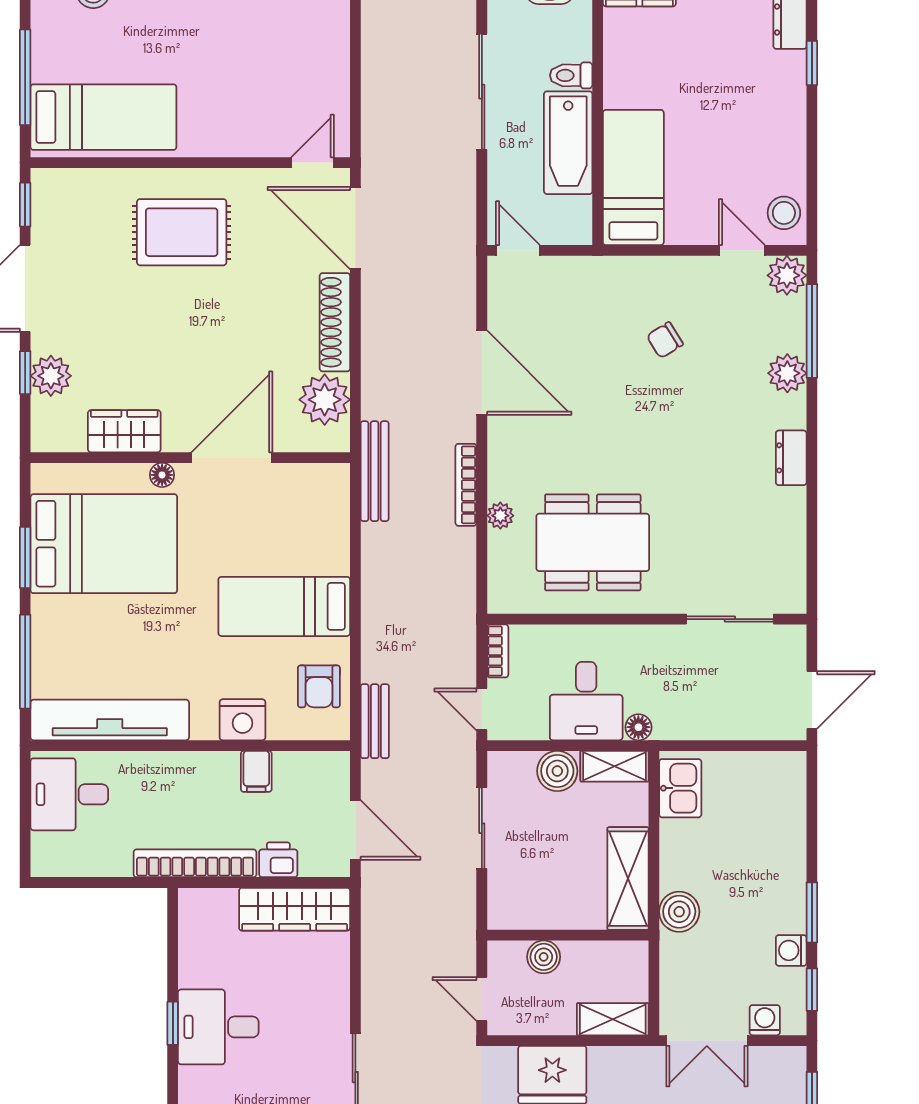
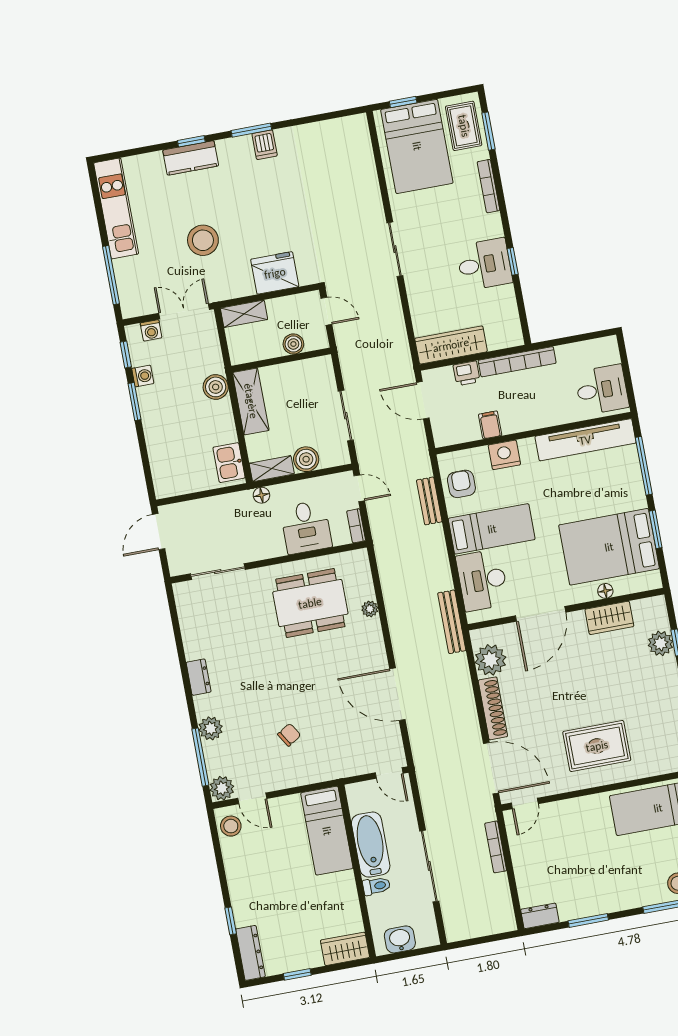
floor lamp: (162, 475) -> (605, 591), moved
bookcase: (466, 485) -> (496, 847), moved, turned 180
desk: (314, 528) -> (482, 580), added
desk: (586, 701) -> (306, 527), moved, turned 180
bench: (375, 721) -> (429, 501), moved

